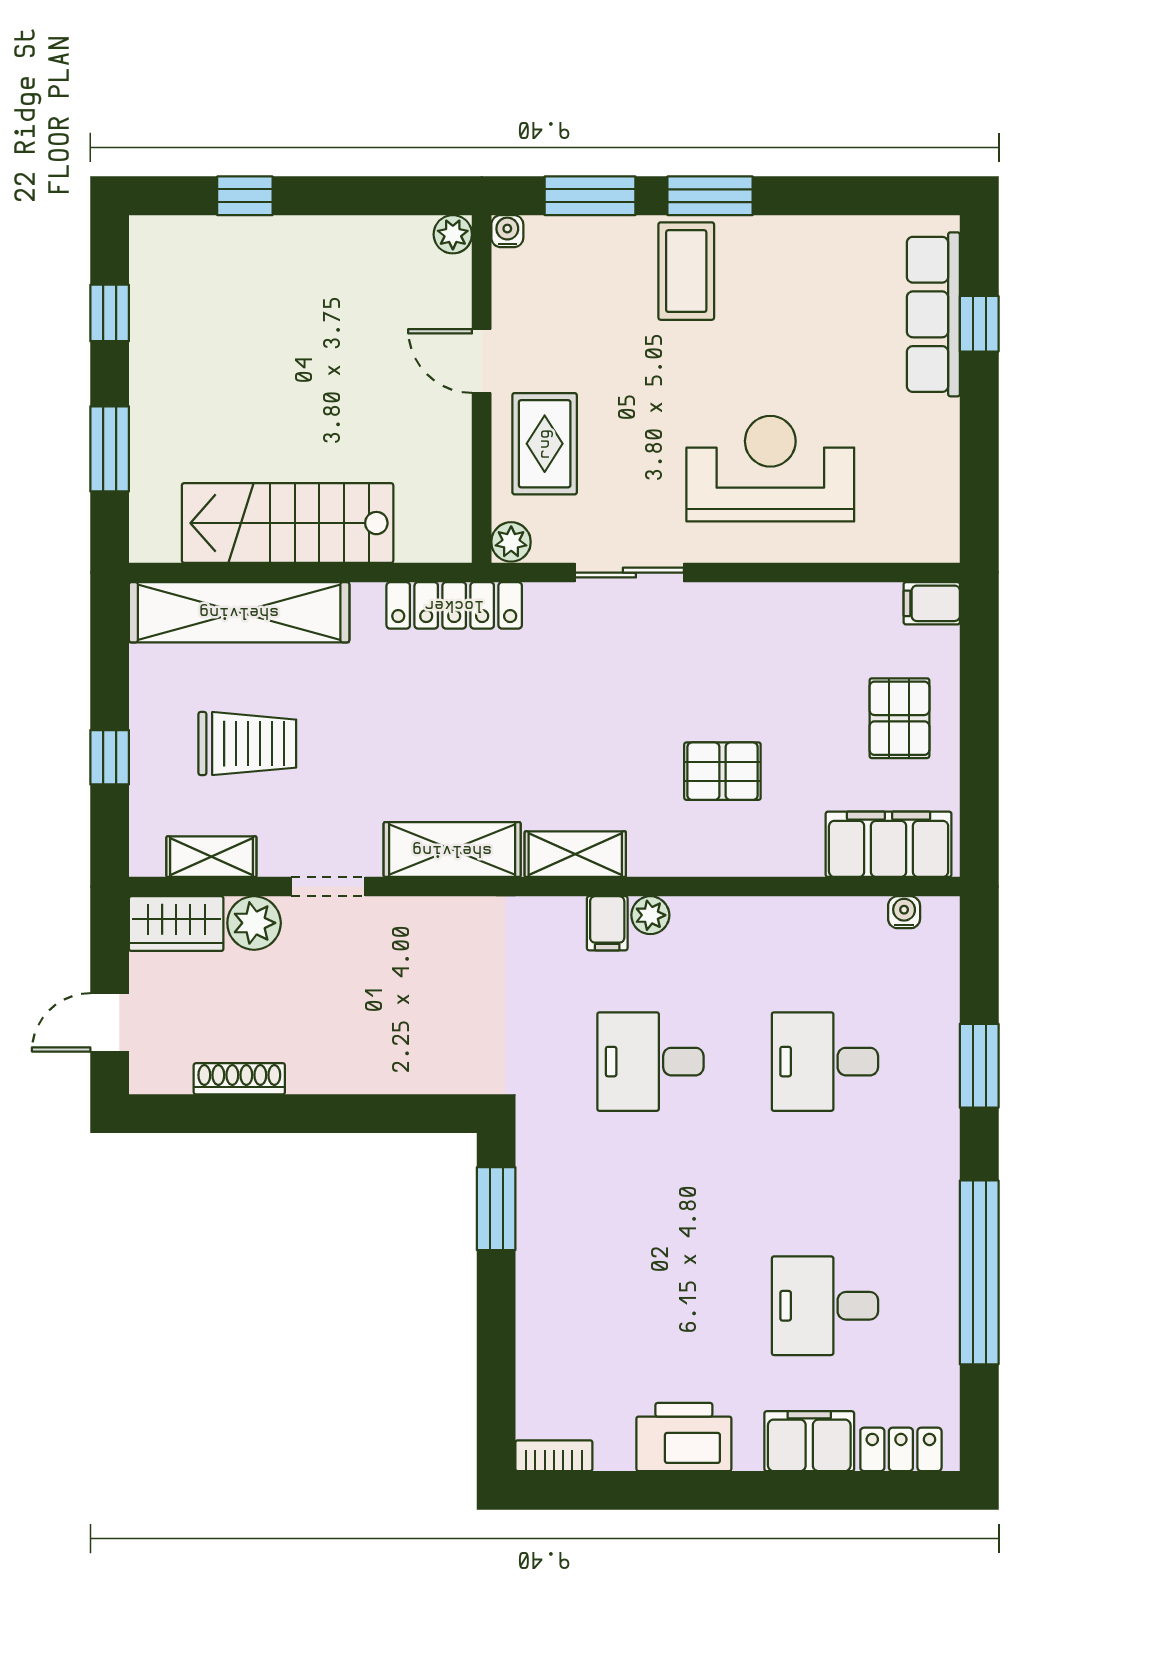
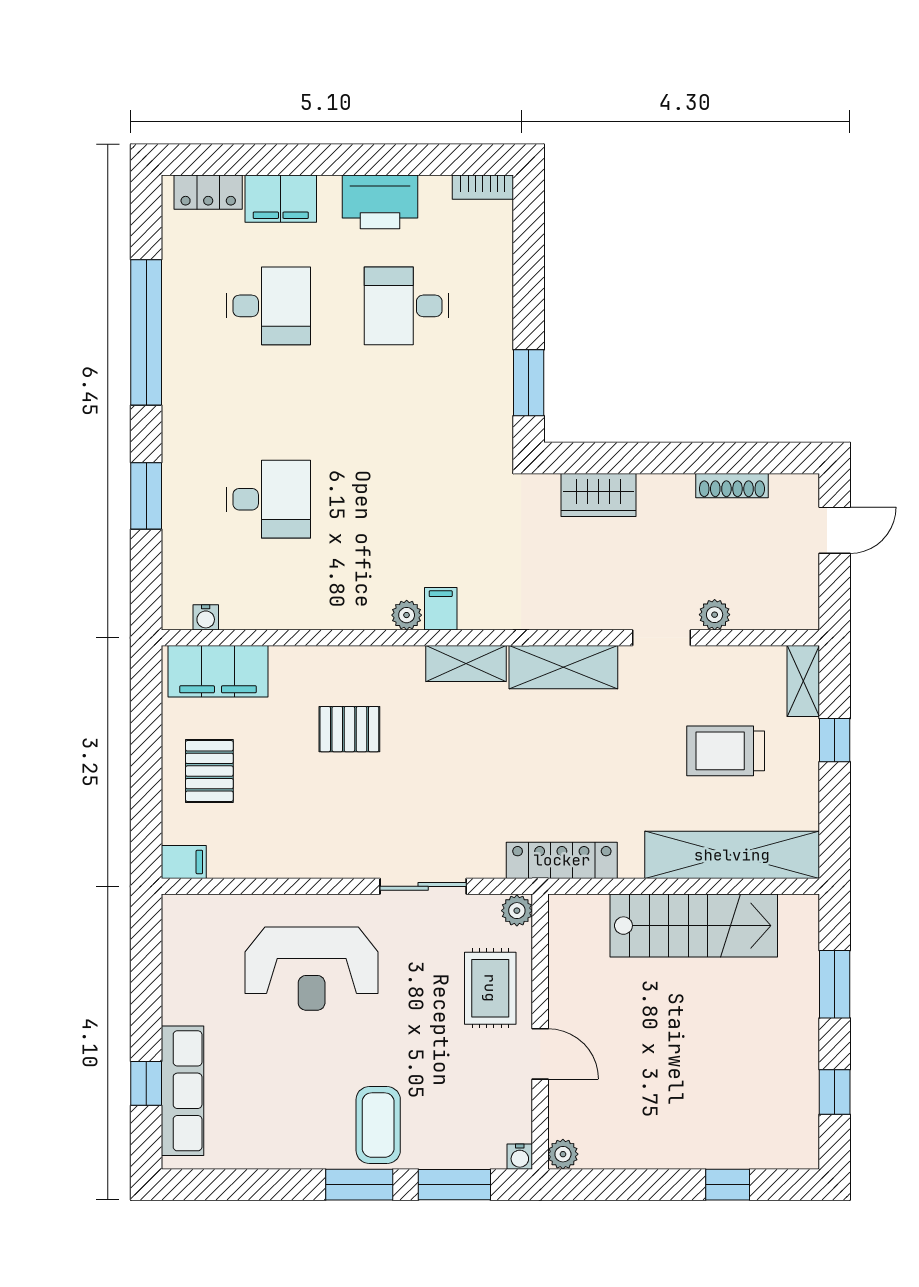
shelving: (211, 857) -> (803, 681), moved, turned 90
plant: (254, 923) -> (715, 615), width x0.73, depth x0.73
wardrobe: (176, 924) -> (599, 495), moved, turned 180
desk: (650, 1062) -> (407, 306), moved, turned 180

